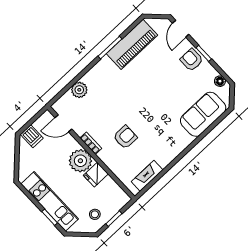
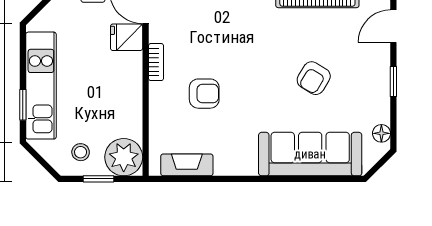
armchair: (192, 60) -> (314, 78), moved, turned -149
sofa: (203, 114) -> (310, 154), width x1.36
plant: (80, 161) -> (124, 157), moved
fridge: (96, 175) -> (127, 37), moved

